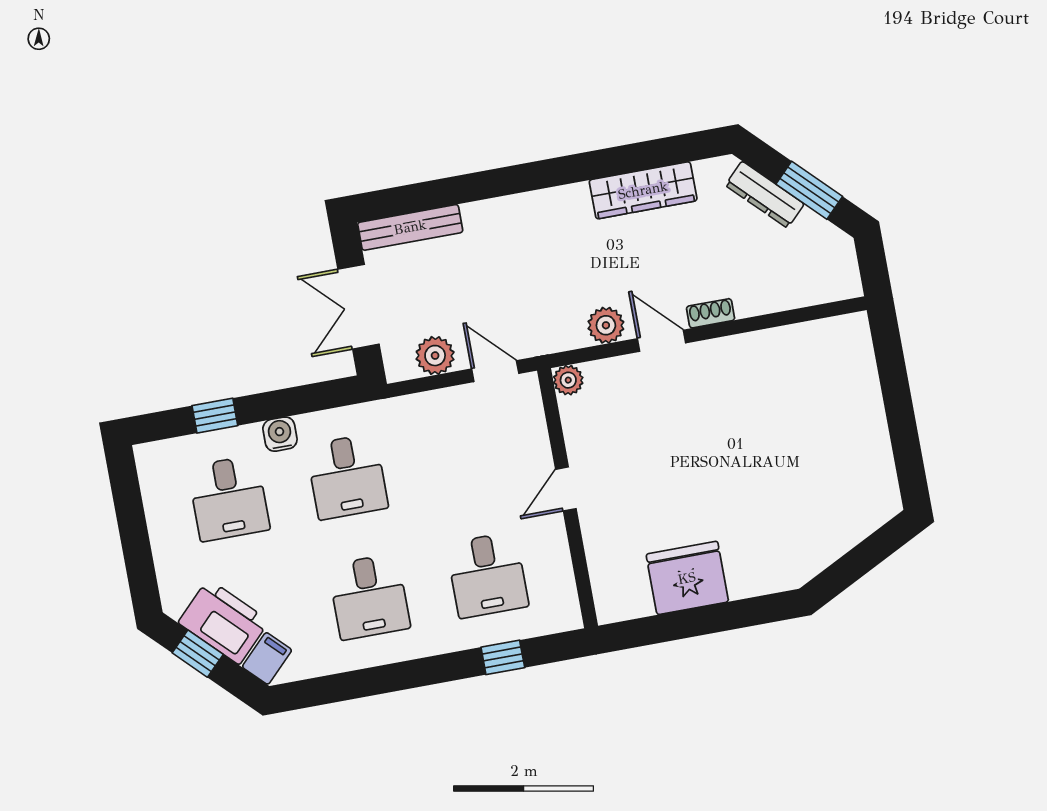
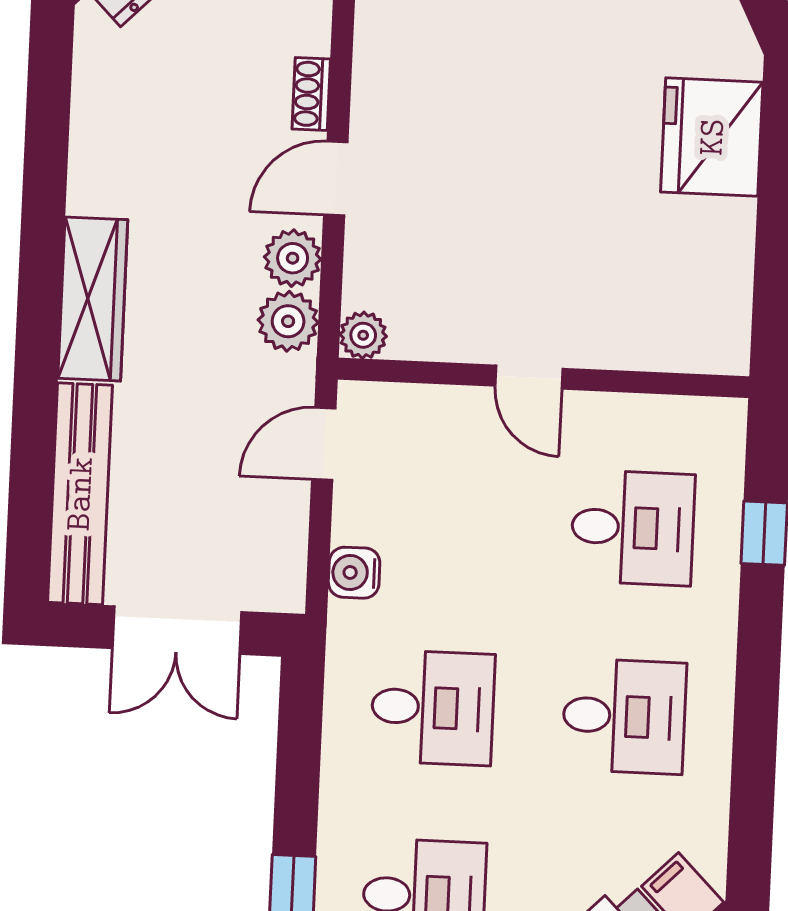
wardrobe: (643, 190) -> (93, 299), moved
bench: (410, 227) -> (80, 494), width x1.37, depth x1.21
plant: (435, 356) -> (288, 321), moved
water cooler: (280, 434) -> (354, 573), moved
fridge: (687, 578) -> (712, 137), moved

